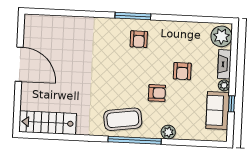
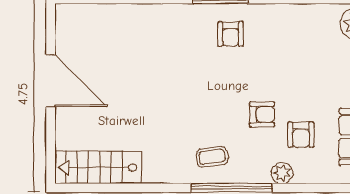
armchair: (182, 71) -> (301, 135), moved
coffee table: (123, 119) -> (212, 157), width x0.54, depth x0.58

